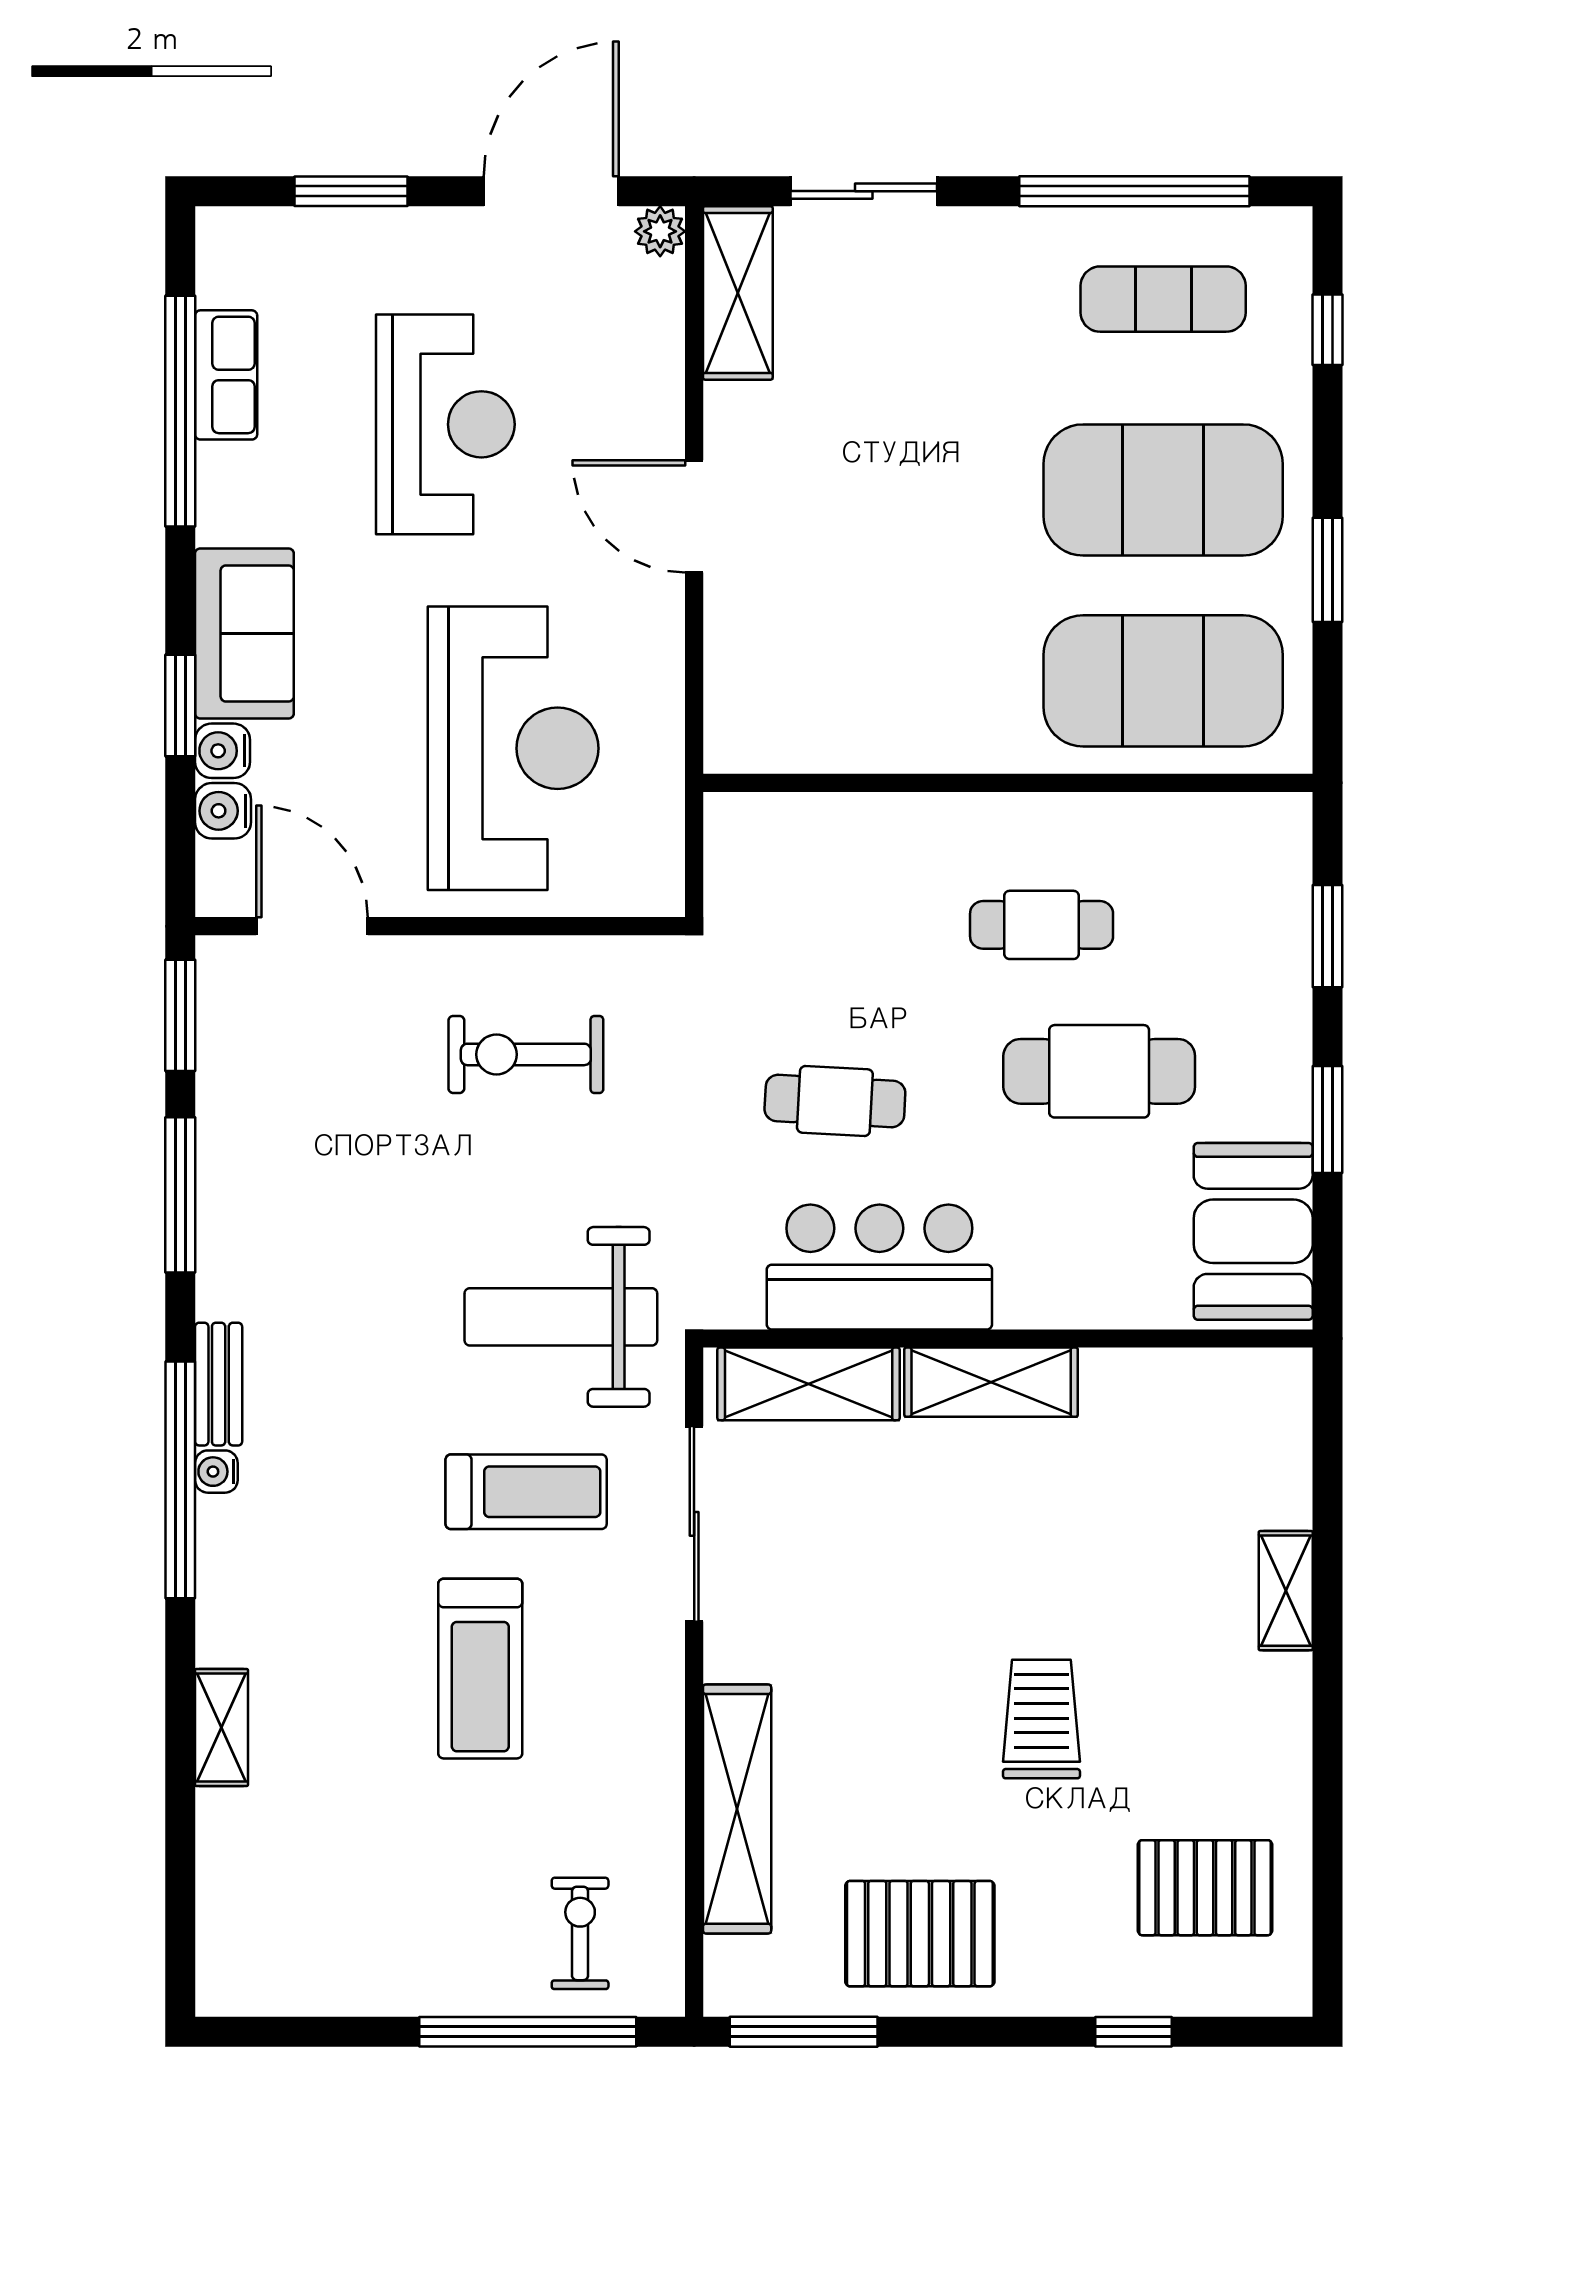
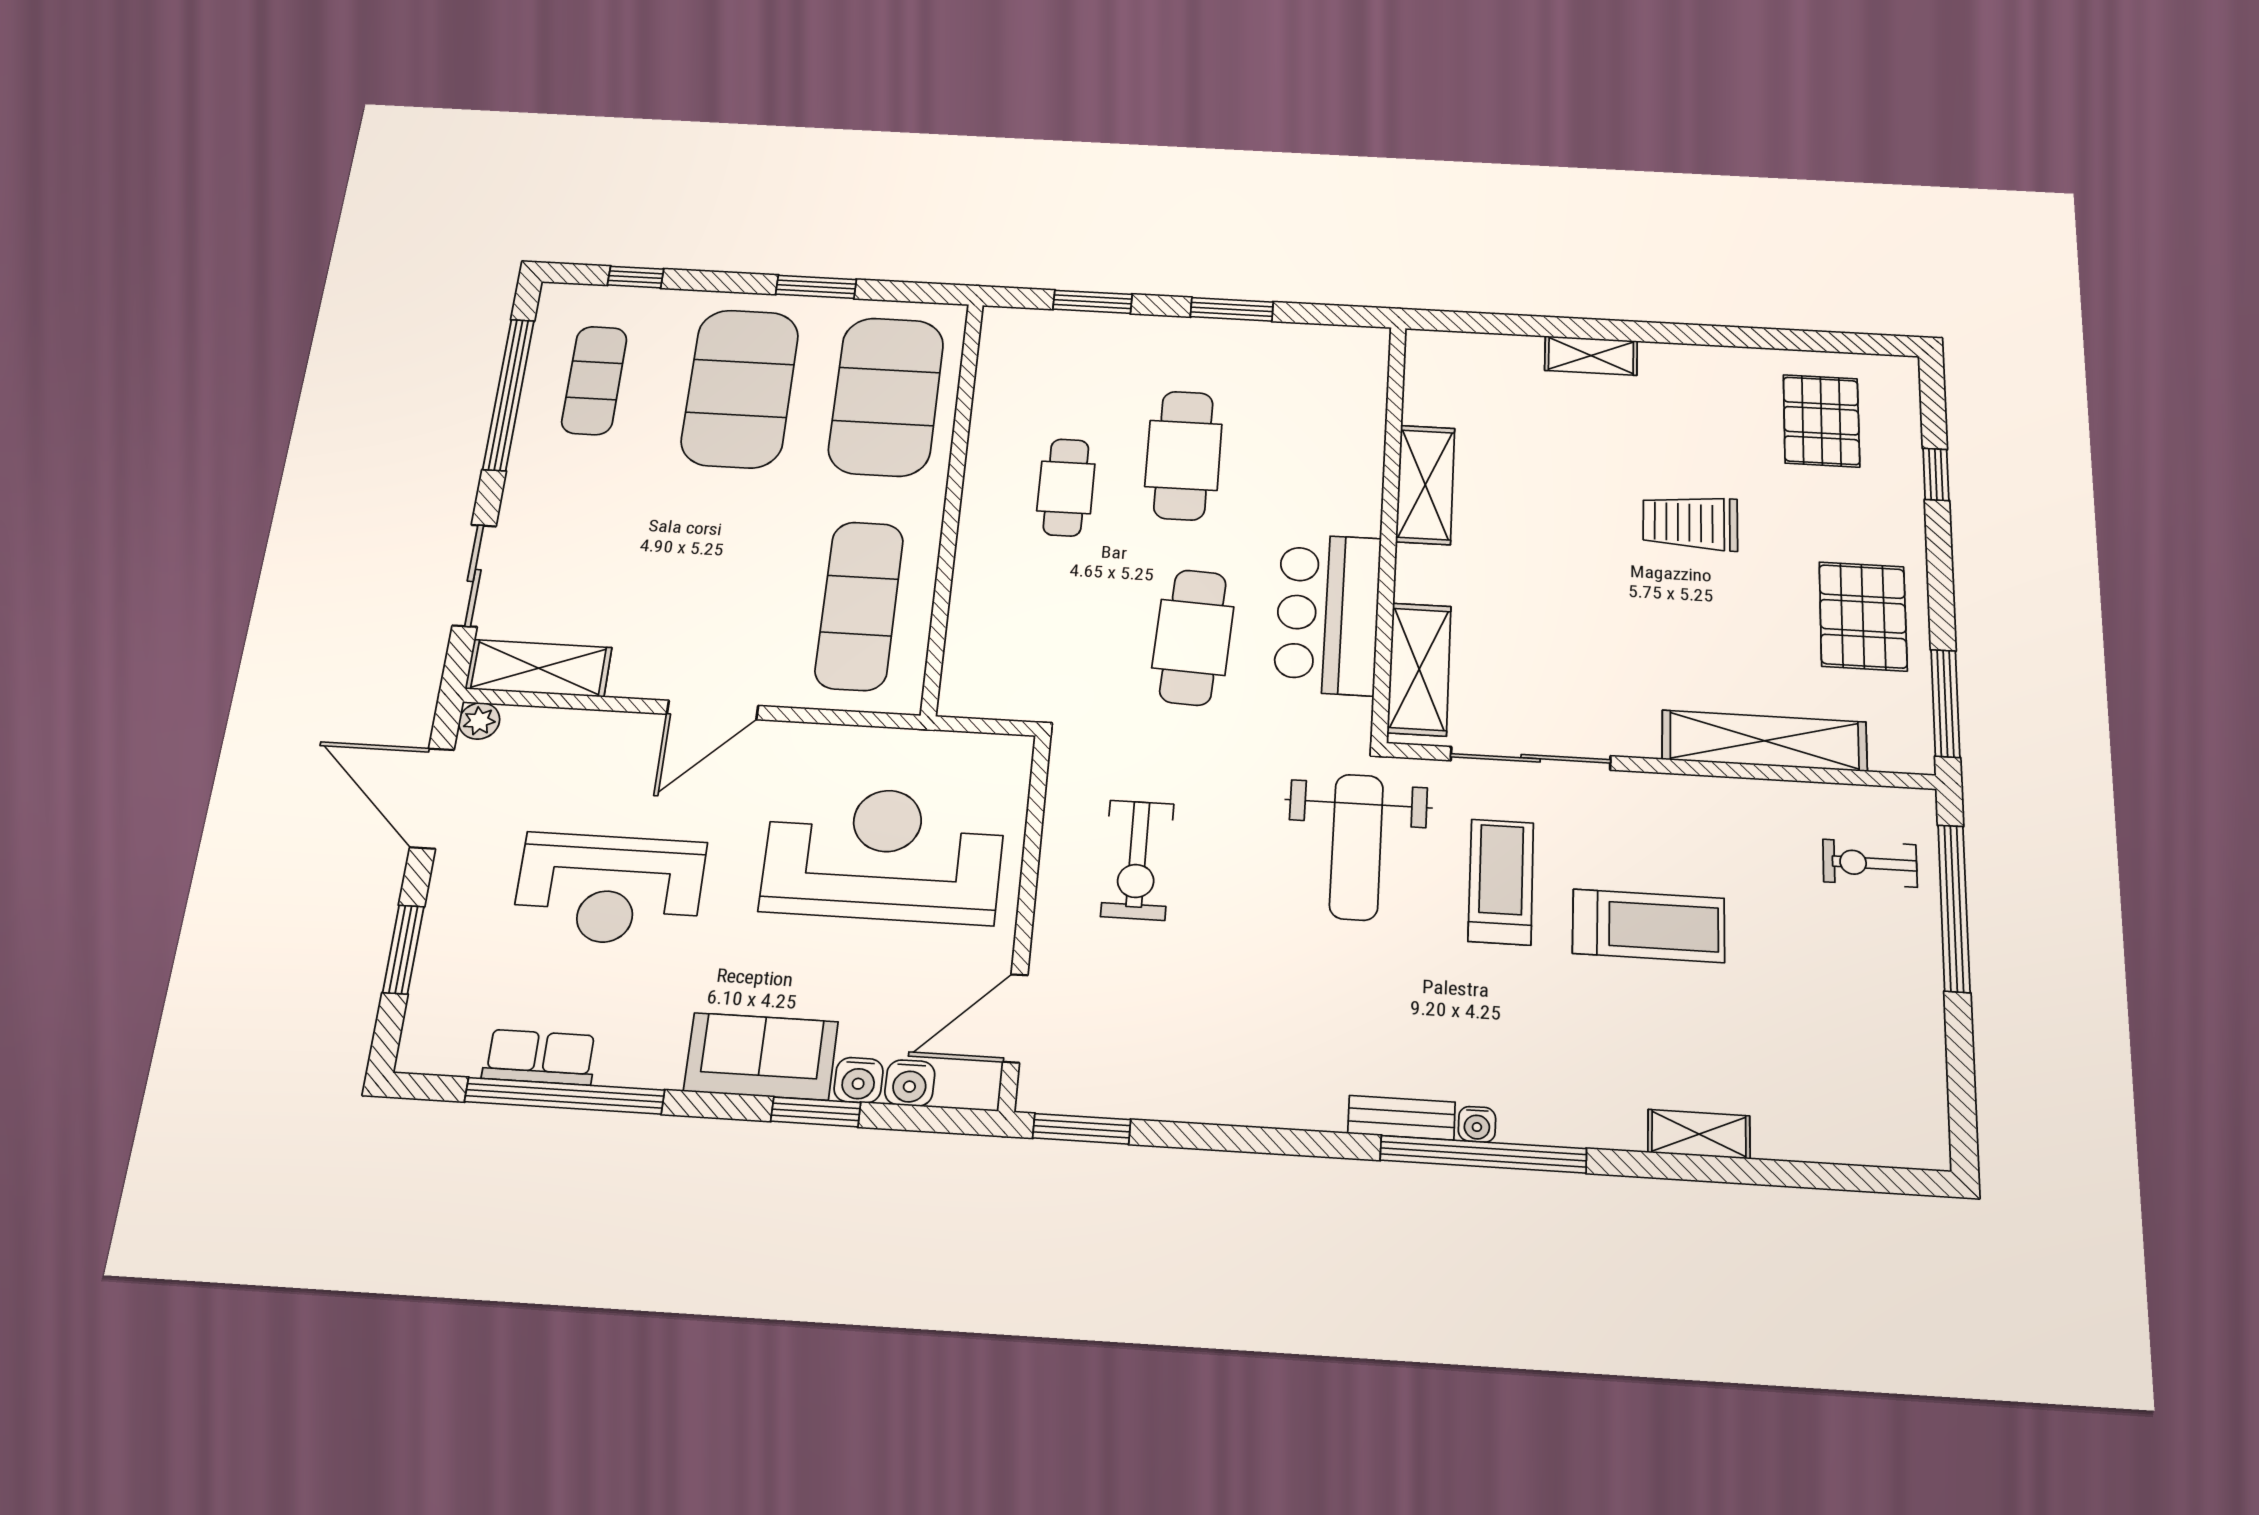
reception desk: (445, 424) -> (609, 889), turned 180
exercise mat: (853, 681) -> (859, 606), added
cafe table: (835, 1101) -> (1193, 637), width x1.37, depth x1.35
window: (180, 1195) -> (1236, 1139), removed
booth: (1253, 1231) -> (1314, 361), removed
shelving: (991, 1382) -> (1425, 485), moved

